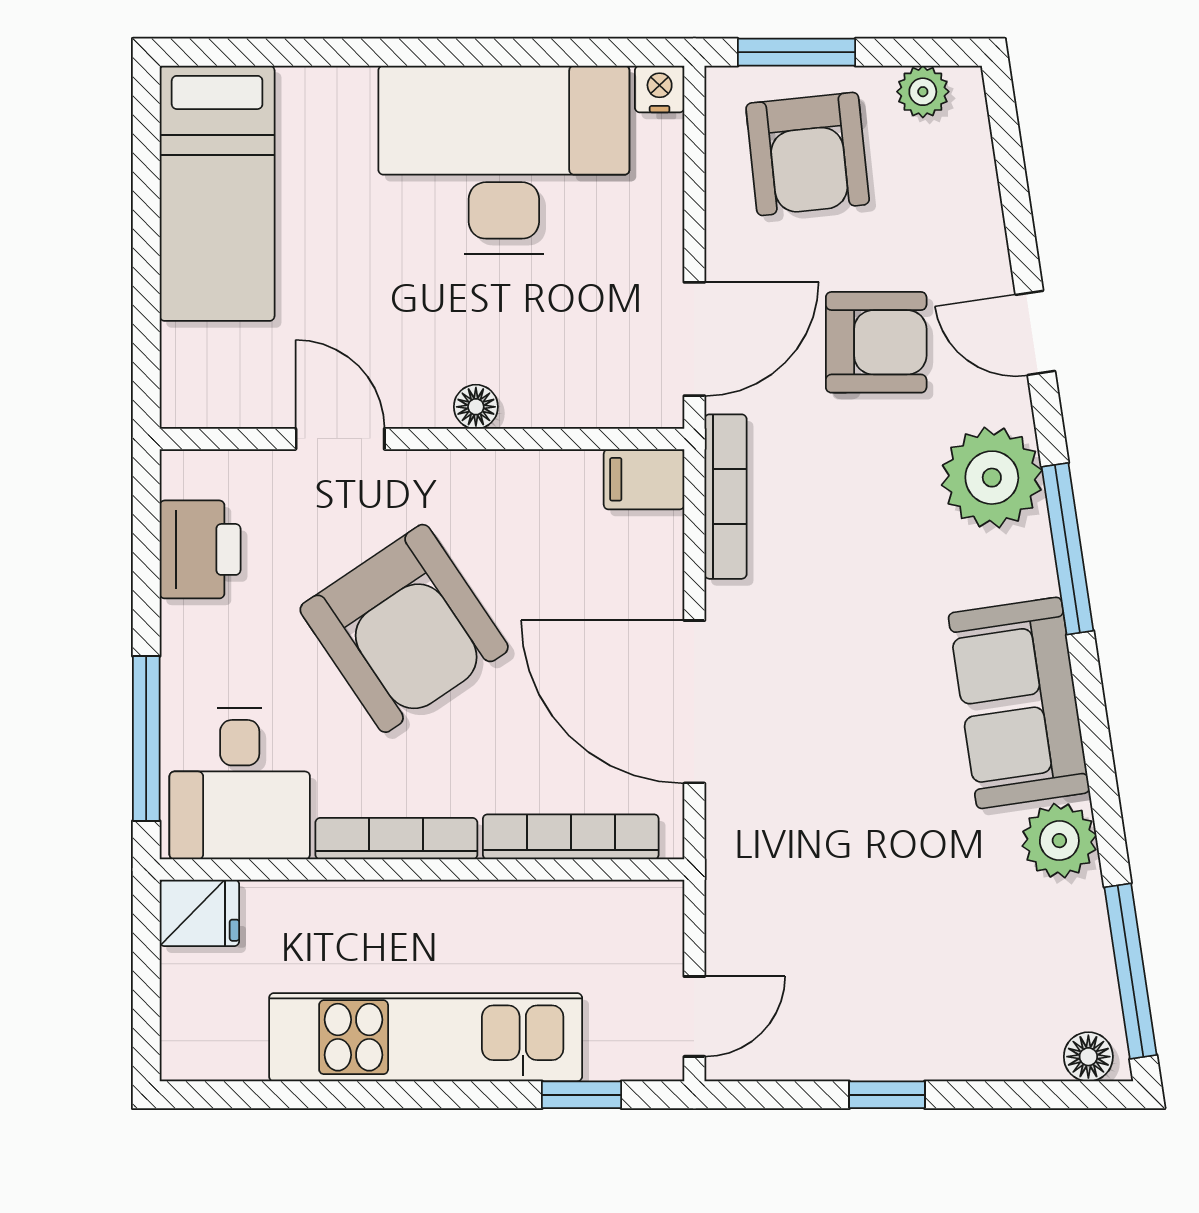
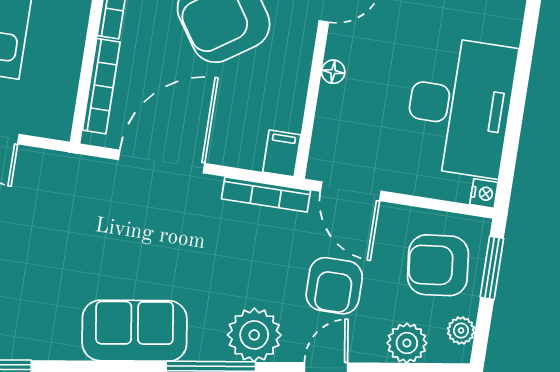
plant: (1059, 841) -> (407, 343), moved

